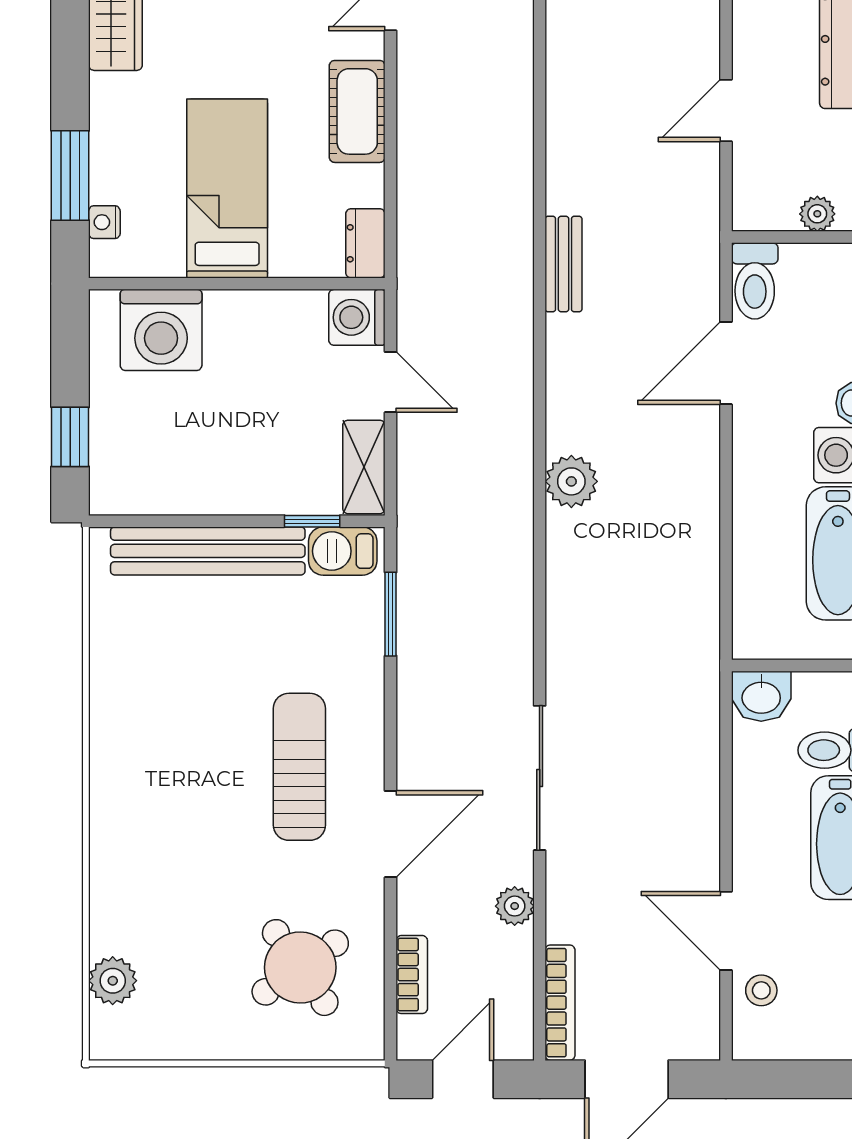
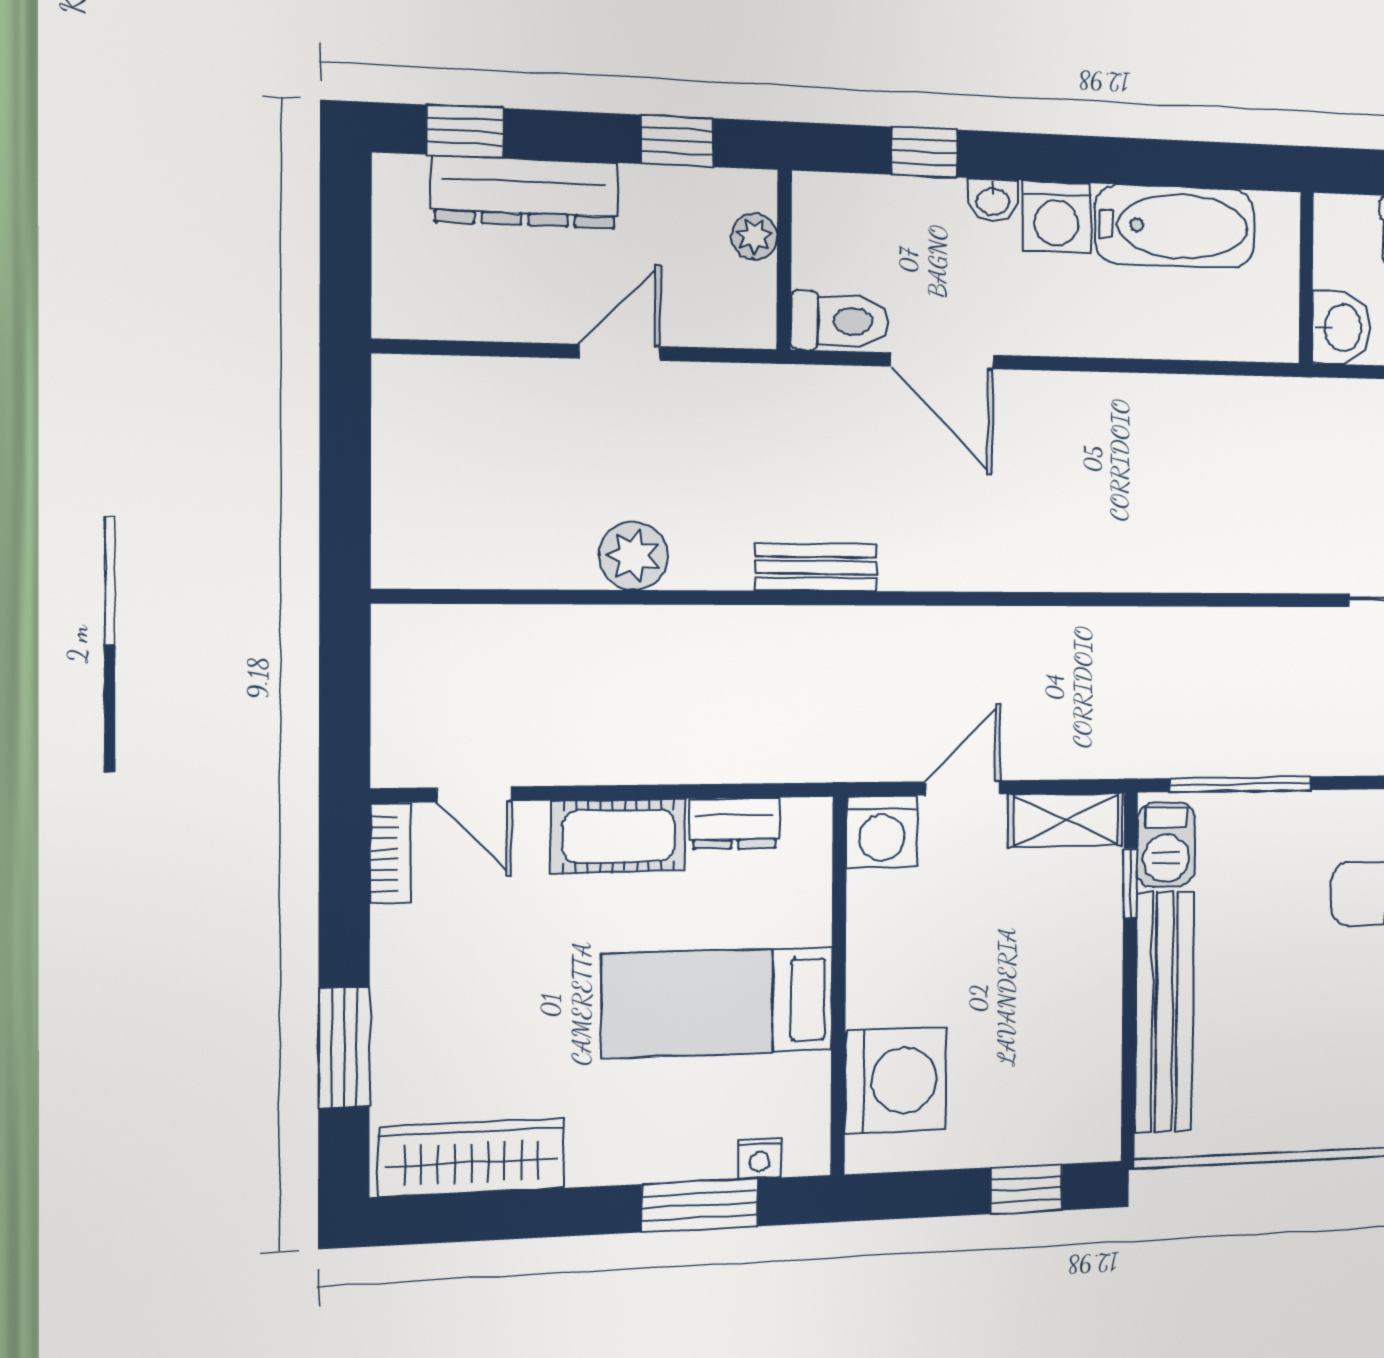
door: (726, 111) -> (619, 352), swing flipped
dresser: (365, 243) -> (735, 823), moved
plant: (571, 481) -> (633, 556), moved
window: (391, 614) -> (1241, 784), width x1.44

